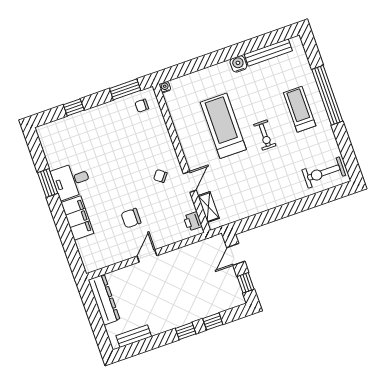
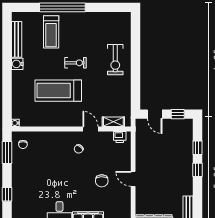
treadmill: (300, 109) -> (51, 32), moved, turned -90
exercise bike: (324, 173) -> (115, 60), moved

